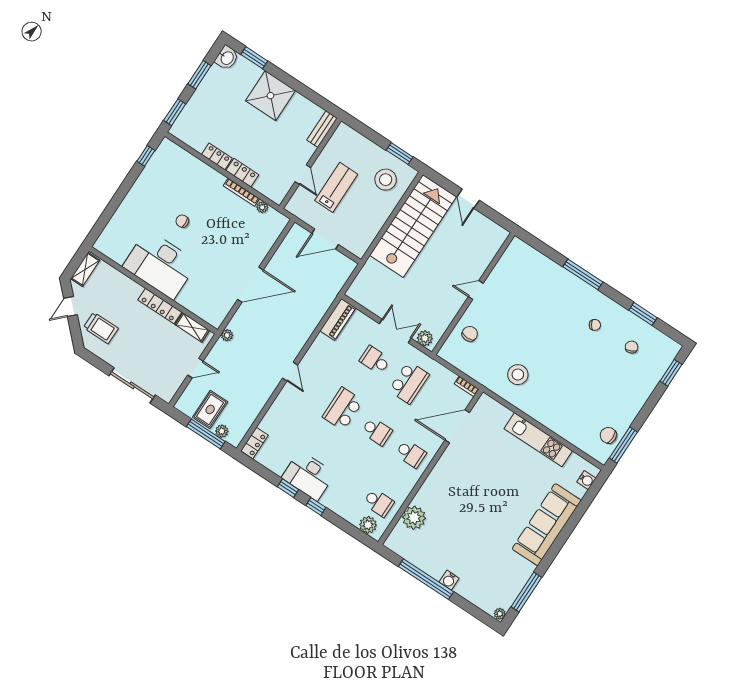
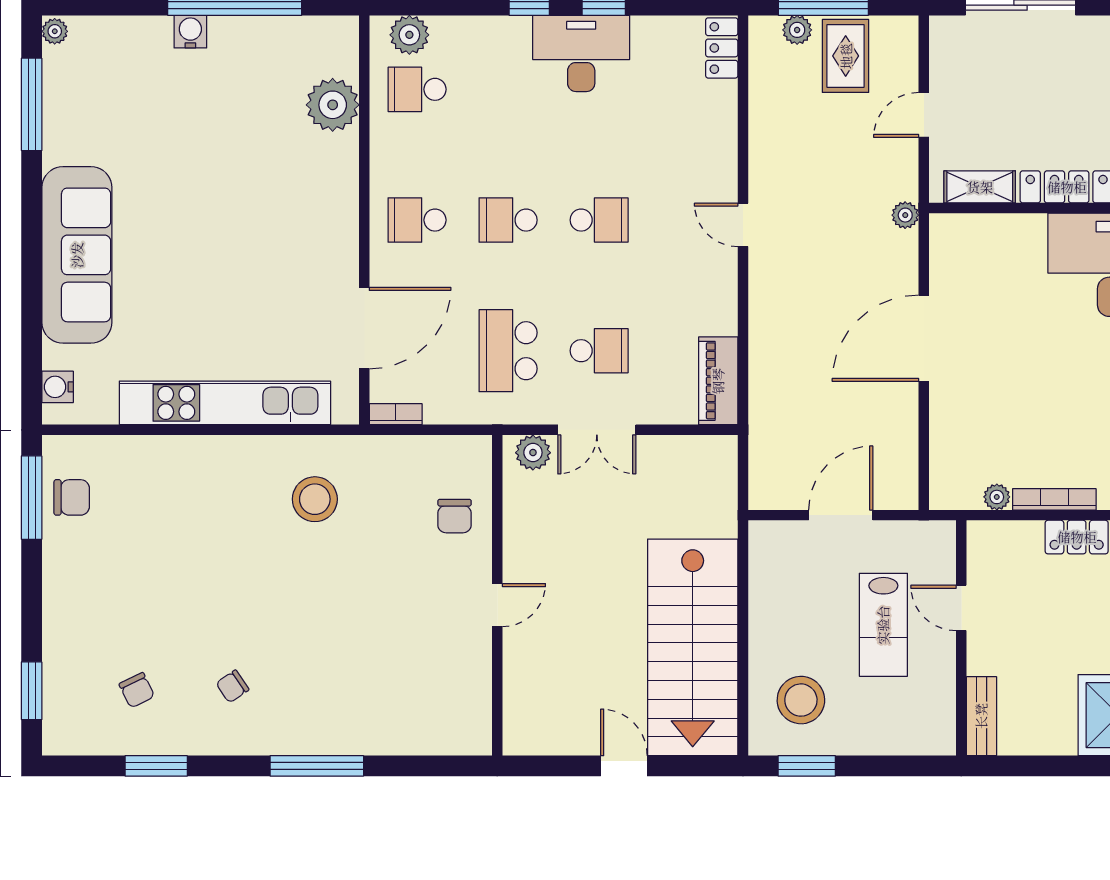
school desk: (343, 409) -> (599, 220), width x0.54
kitchen unit: (538, 440) -> (225, 403), width x1.36

